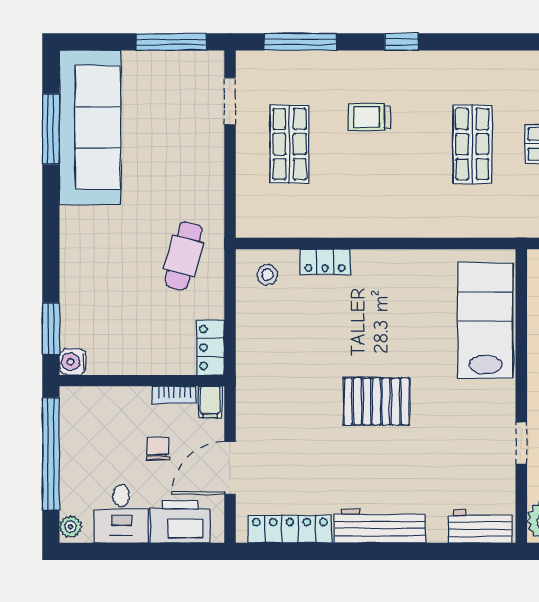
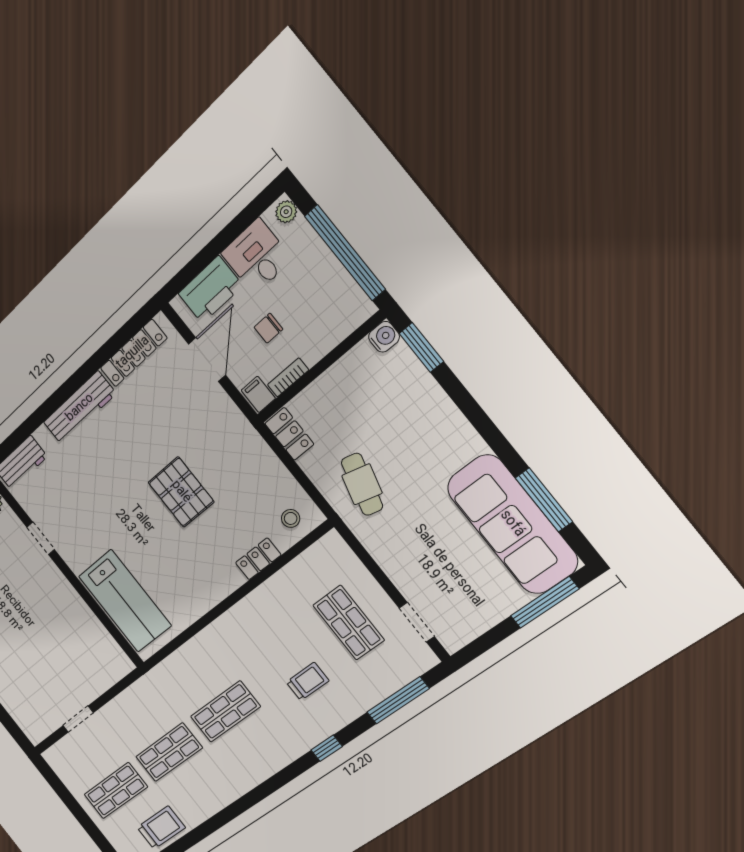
window: (171, 42) -> (545, 602), moved
shop shelf: (472, 144) -> (225, 712), turned 90
pallet: (377, 401) -> (181, 492), moved, turned 90
chair: (158, 449) -> (268, 328), turned 90

